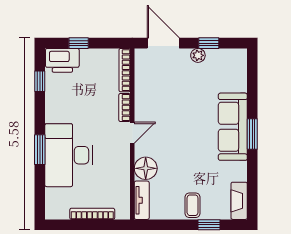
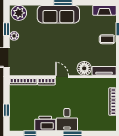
printer: (62, 60) -> (45, 123), moved, turned -90
plant: (235, 63) -> (19, 13), added
desk: (69, 155) -> (67, 120), width x0.53, depth x0.77

